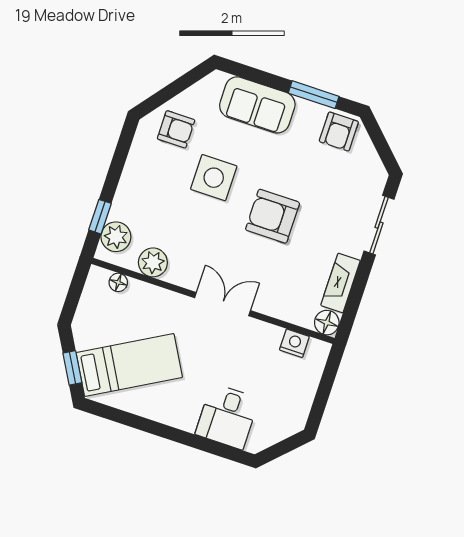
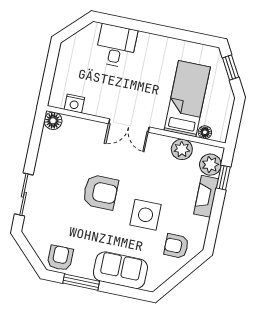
fireplace: (340, 283) -> (206, 196), moved, turned 180
bed: (129, 365) -> (187, 99), moved, turned 119

